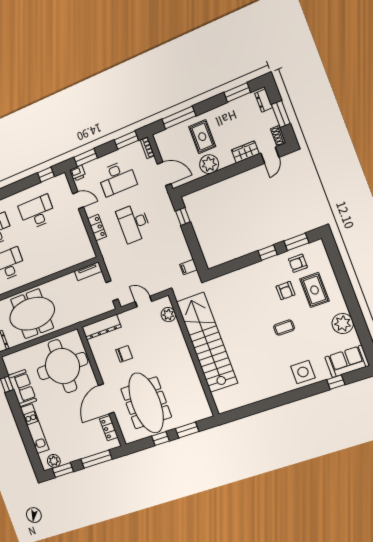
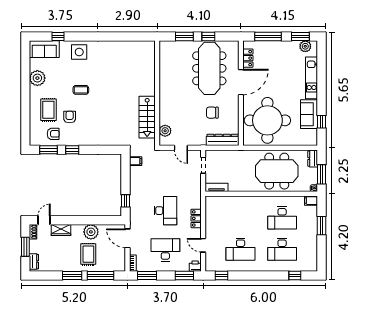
window: (237, 92) -> (72, 275), moved
stairs: (207, 342) -> (147, 117), width x0.54, depth x0.66

